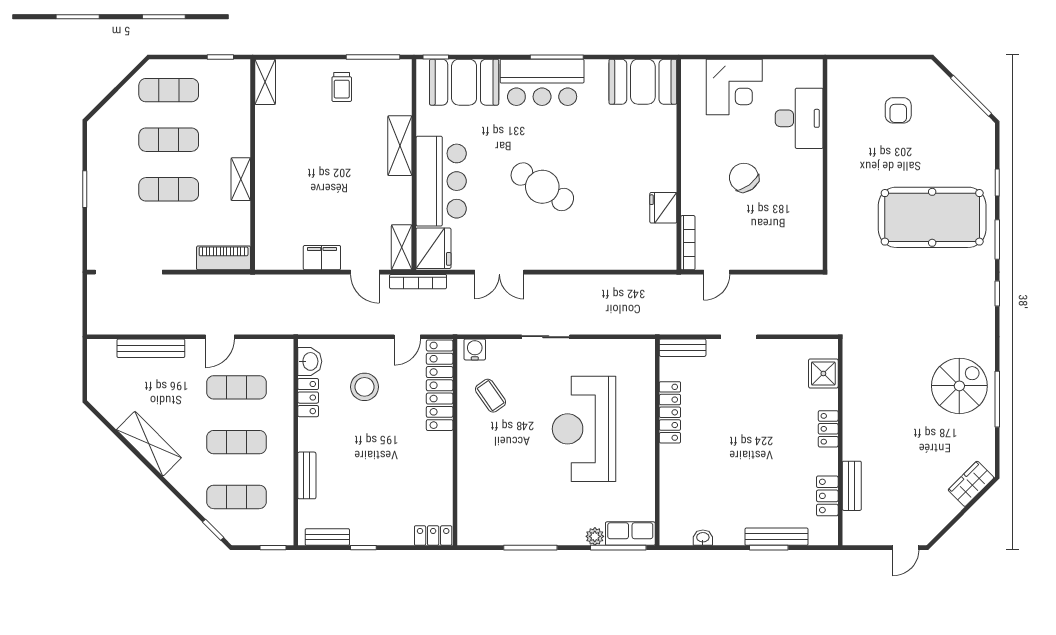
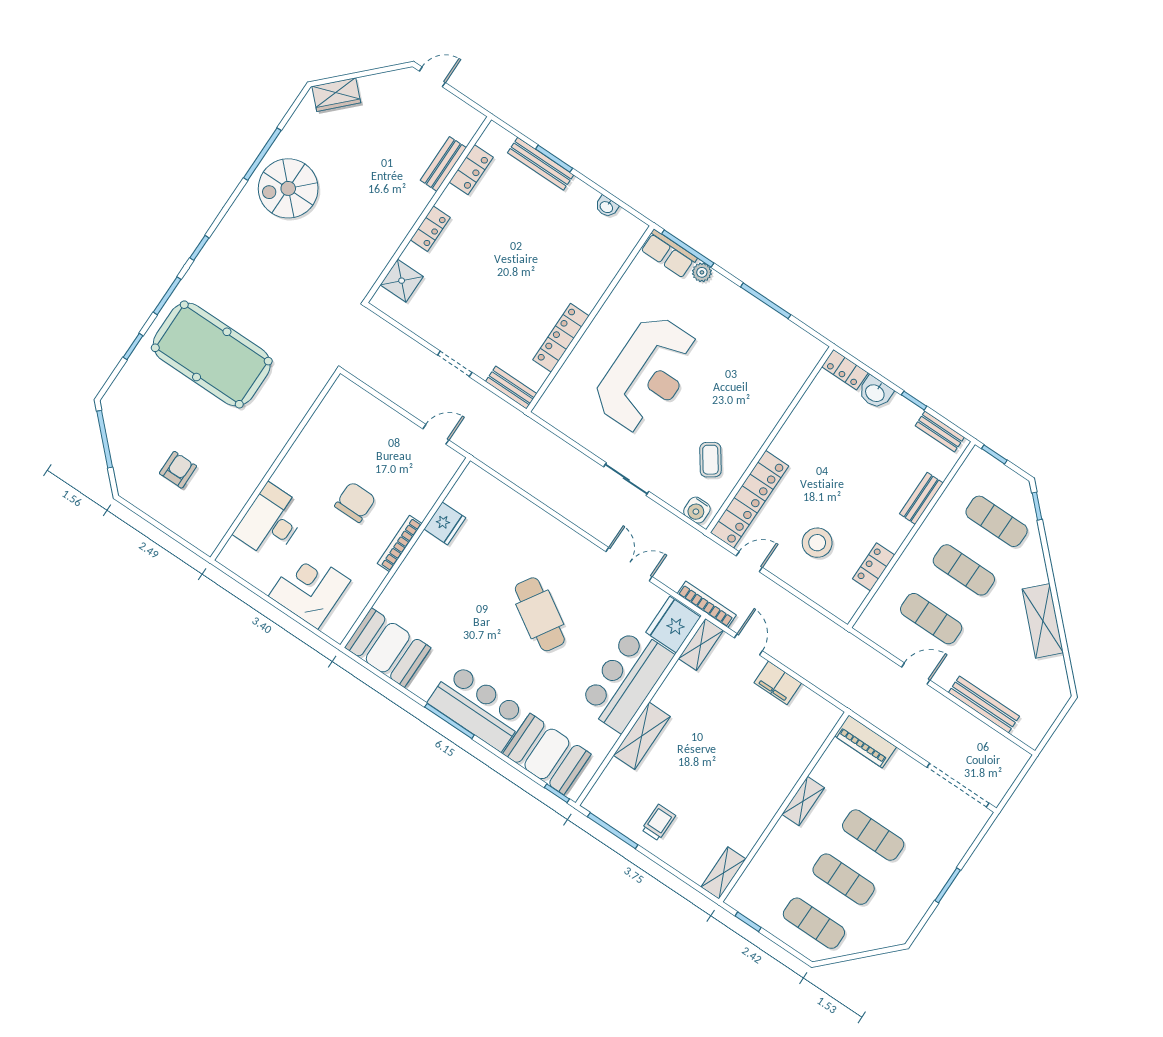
chair: (744, 178) -> (355, 502), turned -144
bookcase: (688, 243) -> (400, 544), moved
washbasin: (310, 361) -> (875, 393), moved, turned -90

